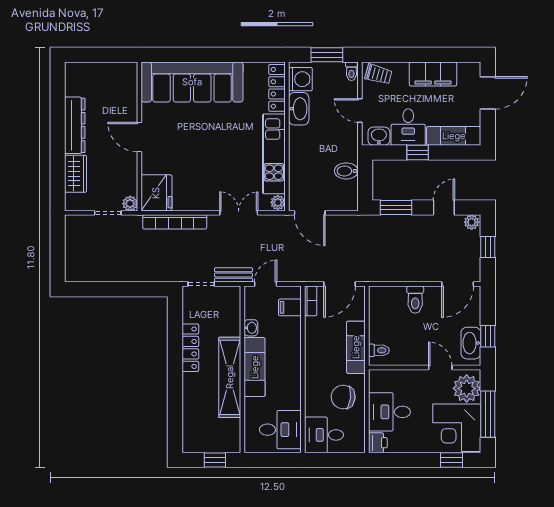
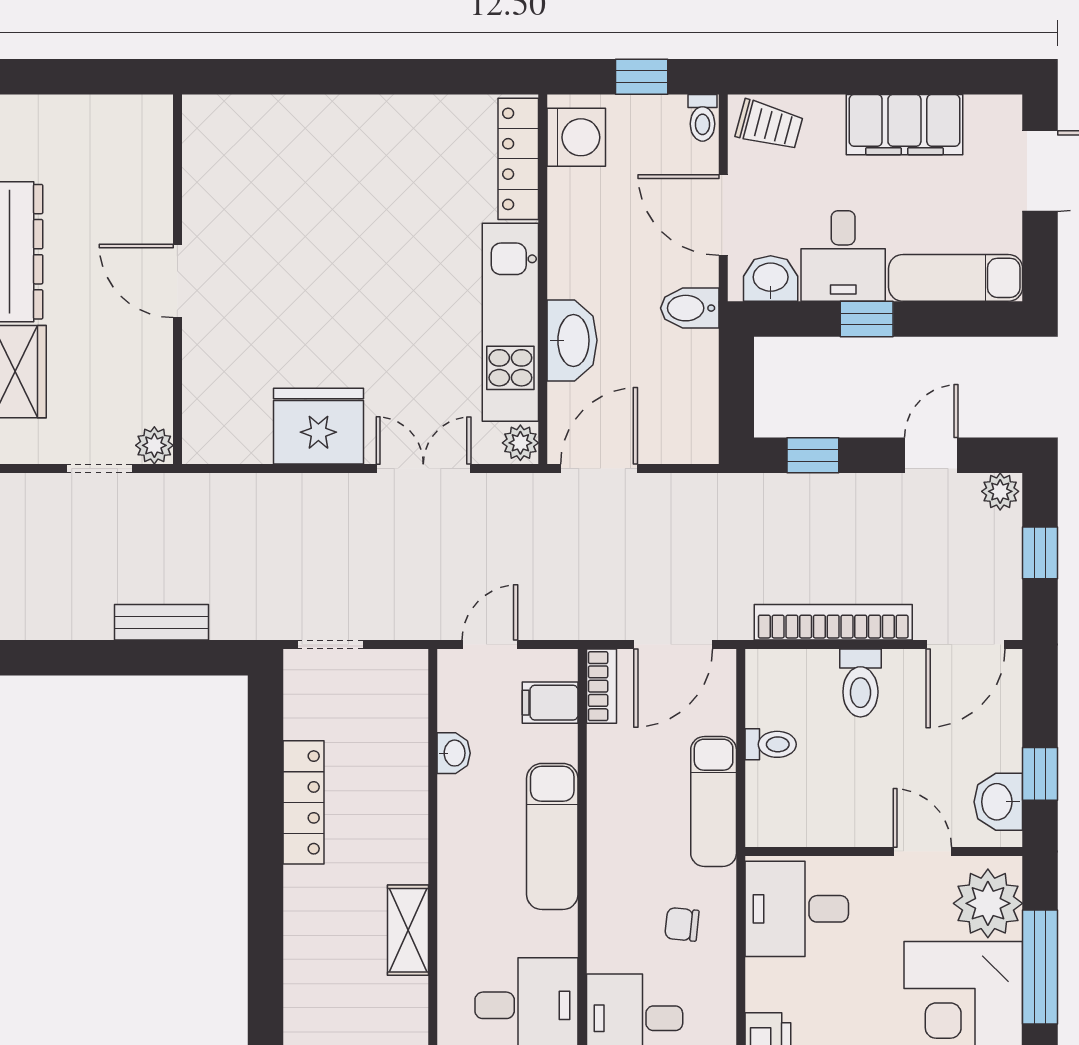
window: (327, 55) -> (642, 77), width x0.67
sofa: (192, 82) -> (308, 144), removed
washbasin: (299, 109) -> (572, 340), moved
door: (360, 110) -> (723, 215), width x1.38
bidet: (346, 171) -> (690, 308), moved
fridge: (156, 193) -> (318, 426), moved, turned -90
window: (396, 208) -> (813, 455), width x0.67
door: (310, 213) -> (599, 469), swing flipped
bookcase: (175, 222) -> (833, 622), moved, turned 180
bench: (233, 275) -> (162, 622), moved
washbasin: (471, 343) -> (998, 802), width x0.72
toilet: (379, 350) -> (771, 744), moved
exam couch: (255, 367) -> (552, 836), moved, turned 180
shelving: (230, 377) -> (408, 930), width x0.45, depth x0.75
chair: (343, 397) -> (682, 924), width x0.54, depth x0.54
desk: (389, 412) -> (797, 909), moved

